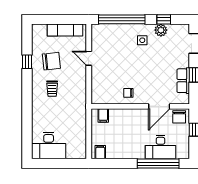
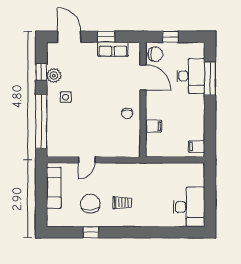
filing cabinet: (103, 115) -> (154, 126), moved
window: (158, 164) -> (210, 79), width x0.68

